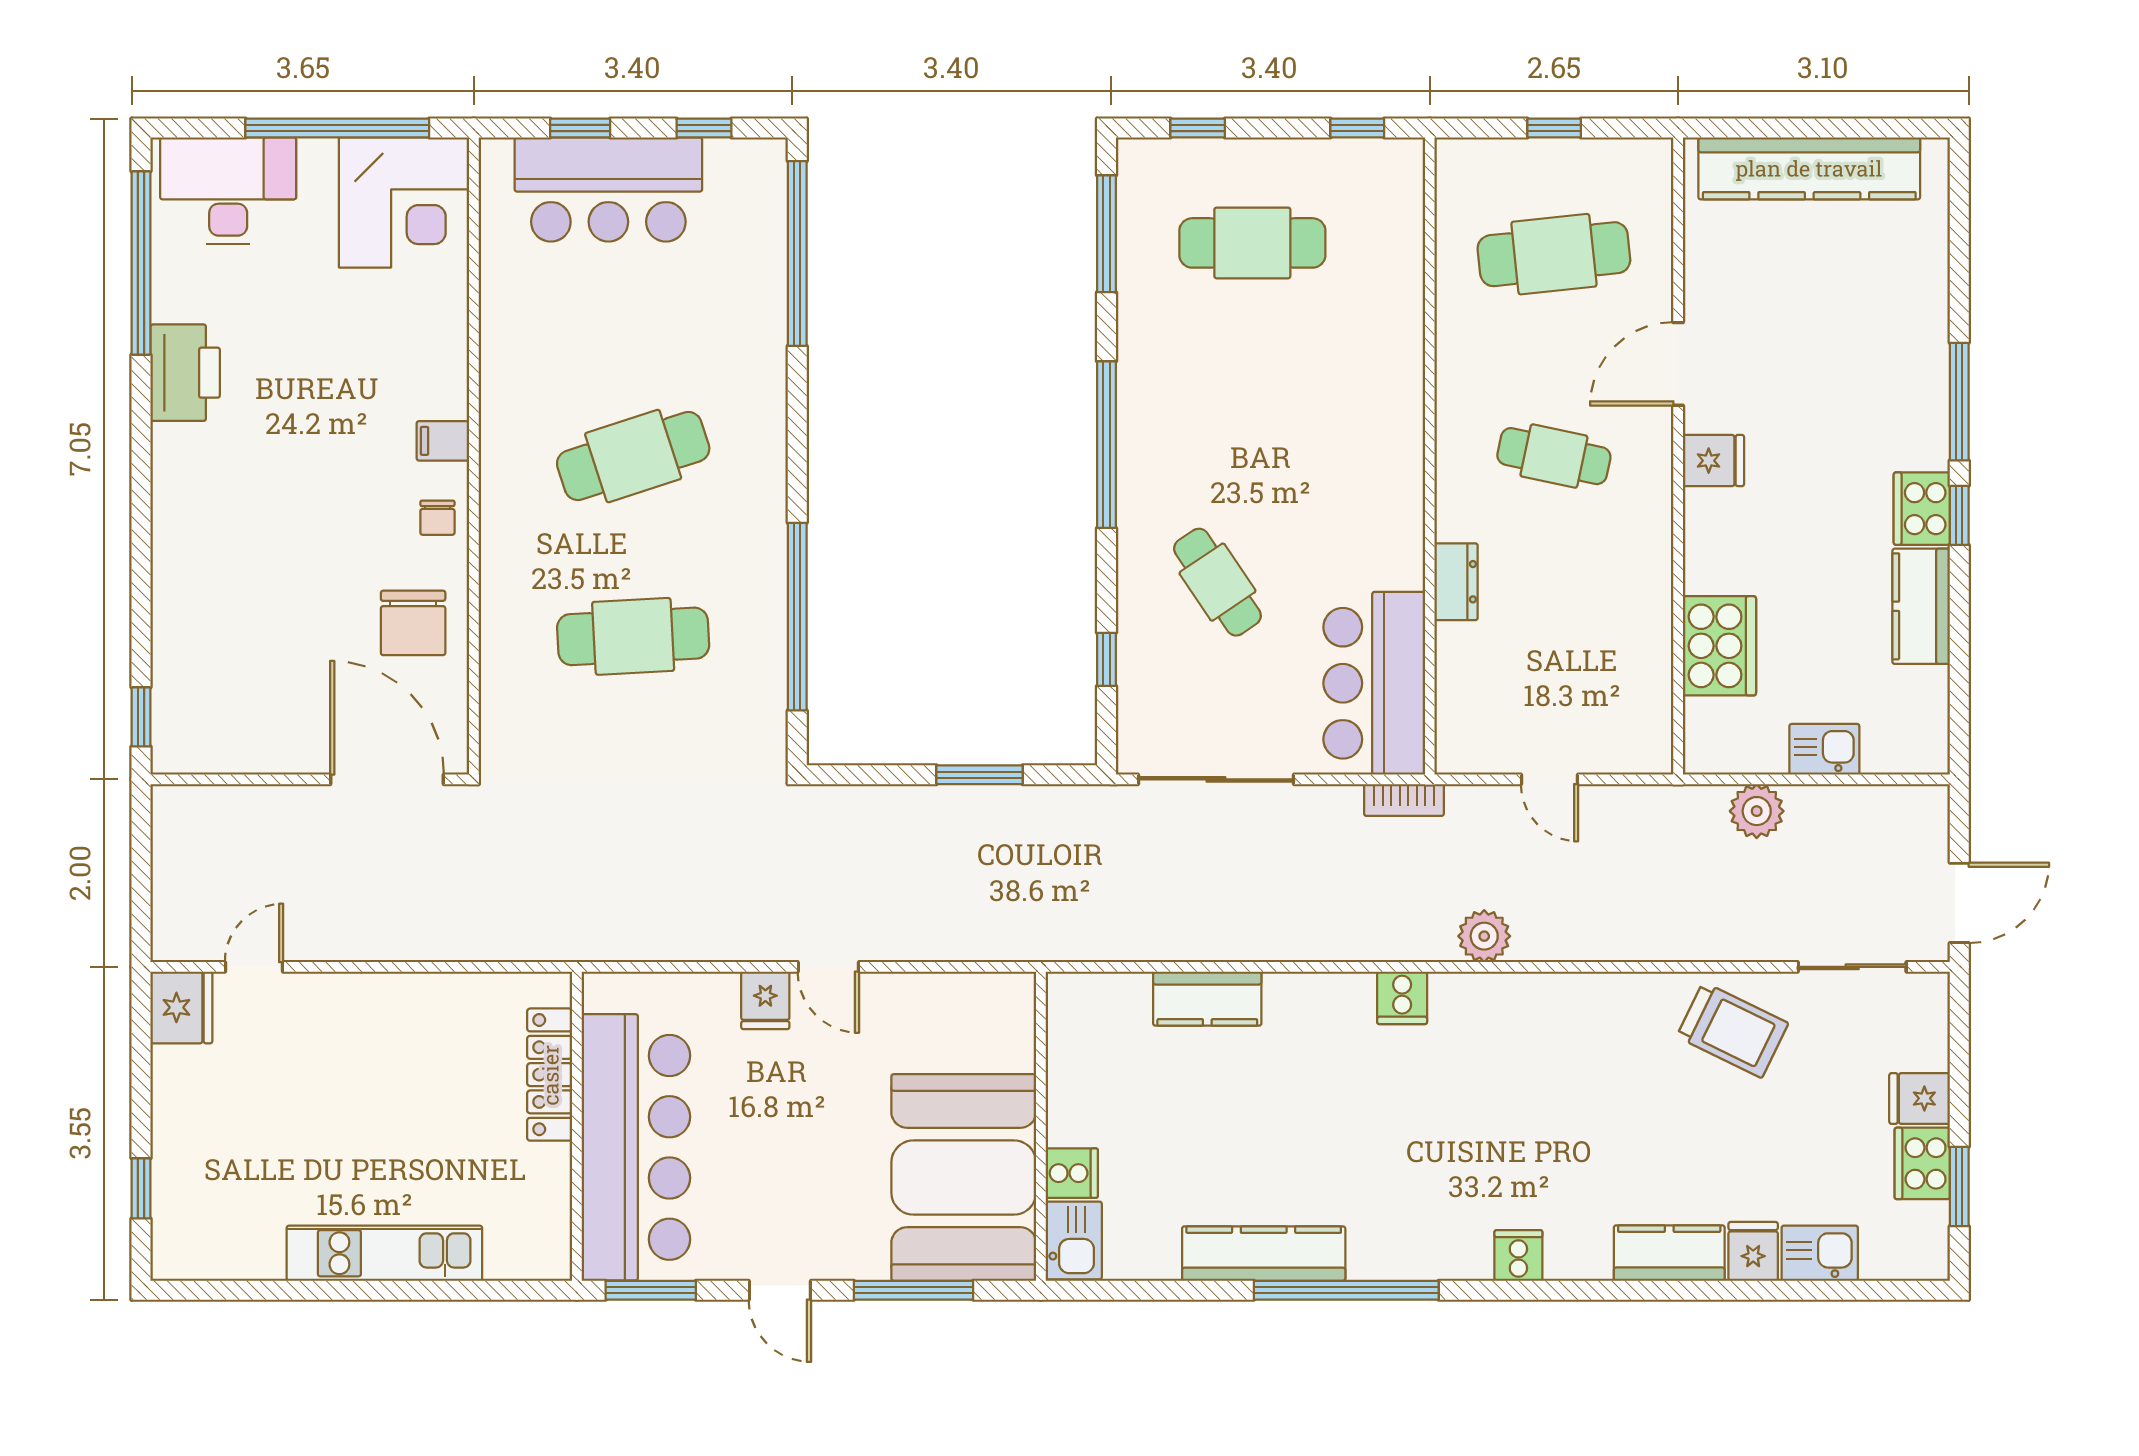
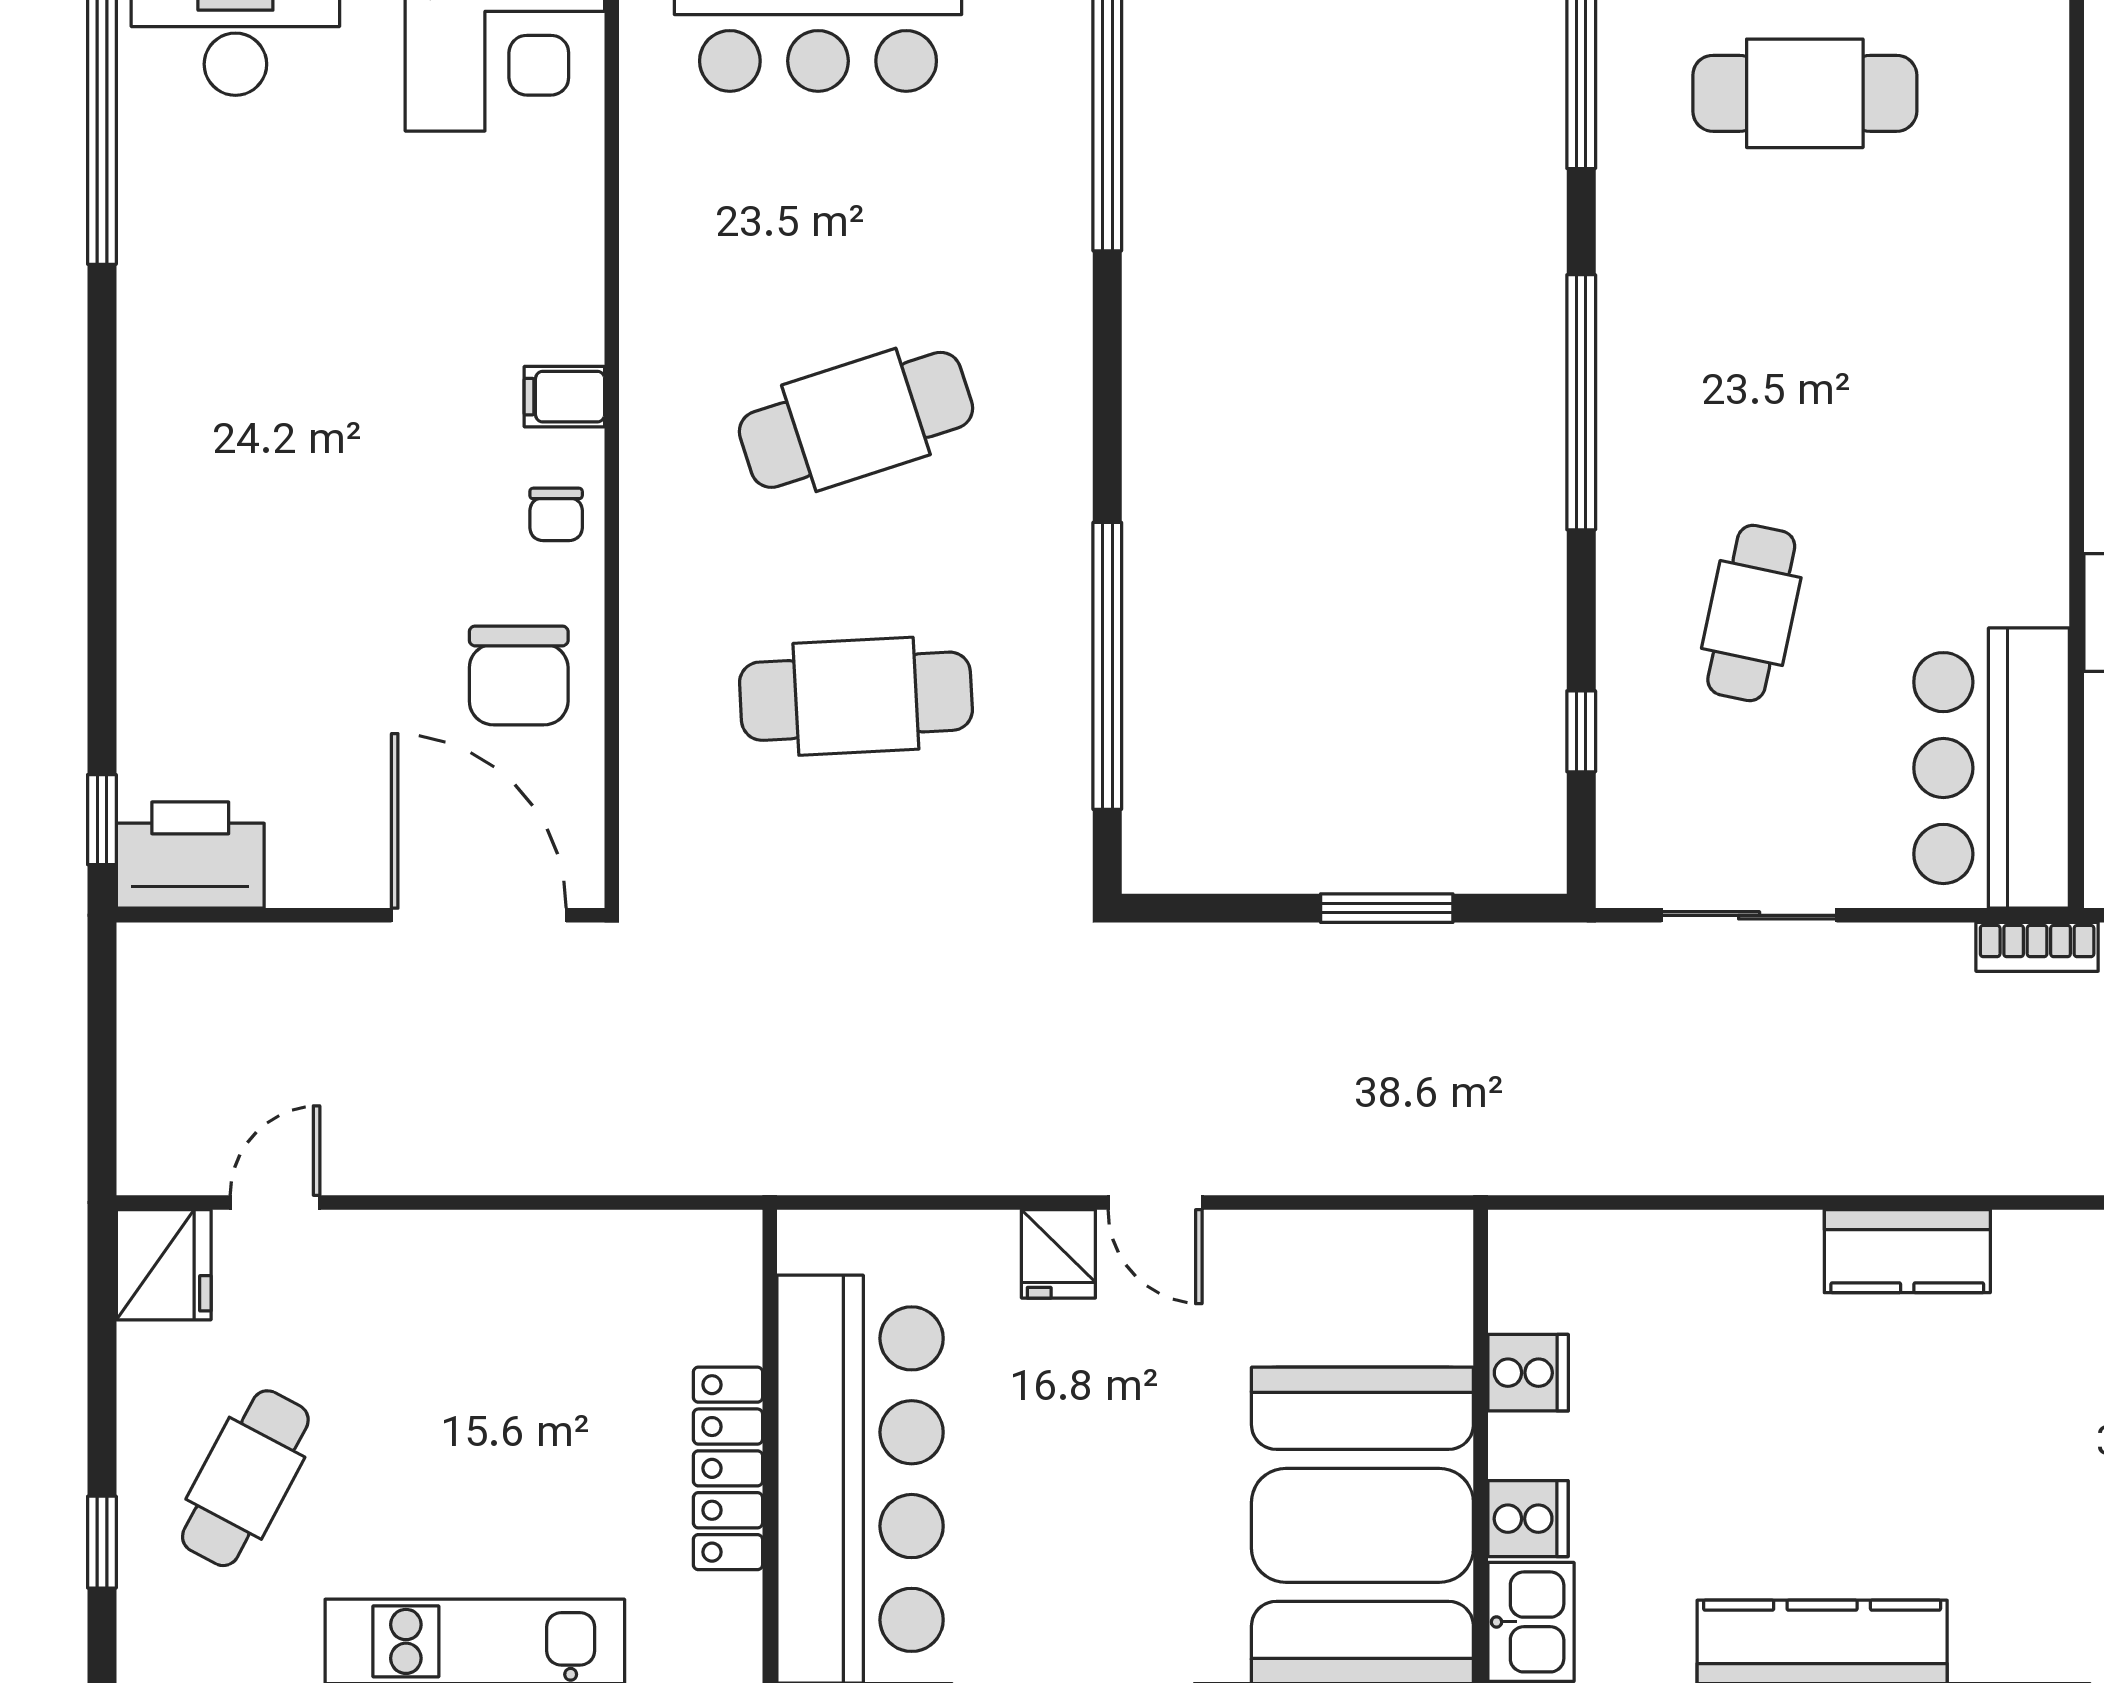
printer: (185, 373) -> (190, 855), moved, turned -90
cafe table: (1217, 582) -> (1751, 613), turned 46
sliding door: (1216, 779) -> (1749, 915), width x0.73
cooker: (1402, 998) -> (1528, 1373), moved, turned -90
kitchen counter: (1207, 999) -> (1907, 1251), moved
locker: (550, 1075) -> (728, 1468), moved
cafe table: (235, 1147) -> (245, 1478), added

